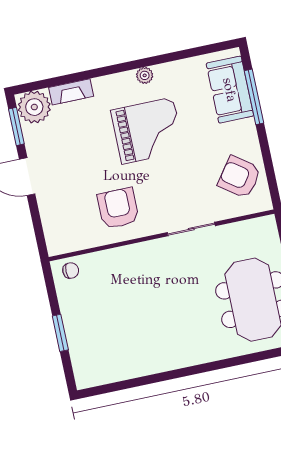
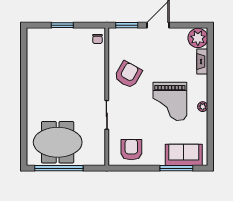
window: (16, 126) -> (127, 25), moved
armchair: (239, 177) -> (131, 150), turned -36
armchair: (118, 208) -> (128, 75), turned -61

